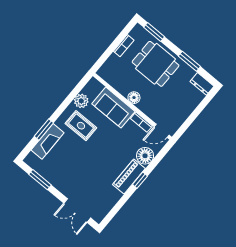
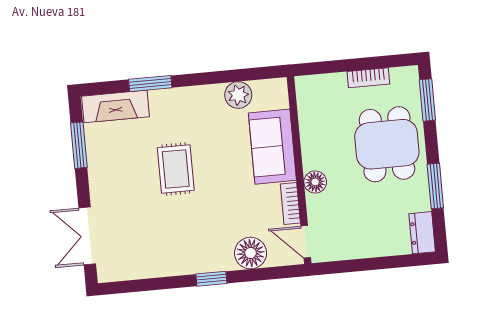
floor lamp: (134, 98) -> (315, 182), moved
rug: (81, 126) -> (176, 169), moved
fireplace: (48, 141) -> (115, 106), moved
piano: (129, 177) -> (201, 259), removed

